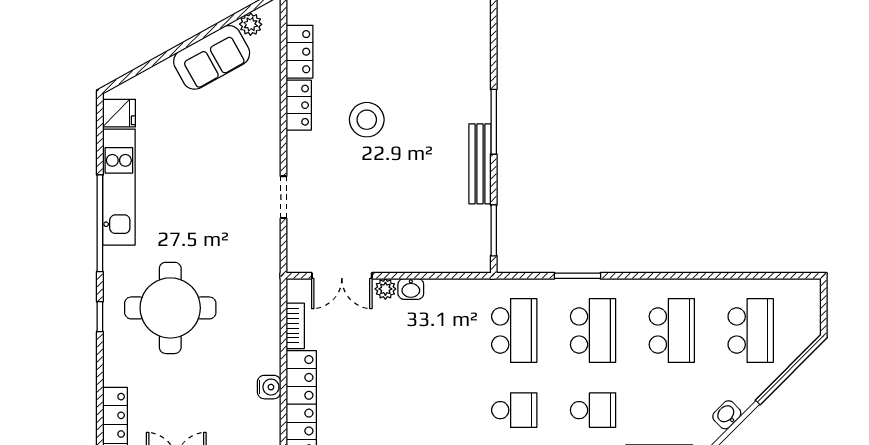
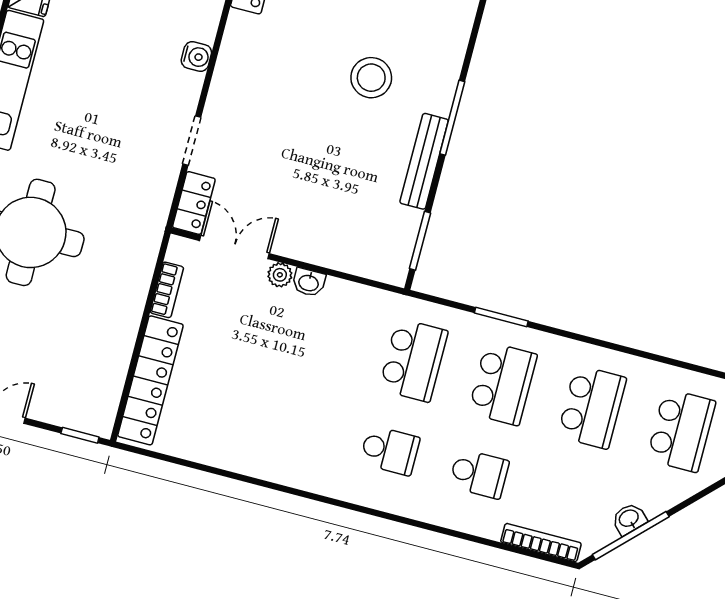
locker: (299, 105) -> (194, 203), moved
stool: (367, 120) -> (371, 78), moved
double door: (342, 276) -> (234, 247), swing flipped
water cooler: (269, 387) -> (196, 57), moved

